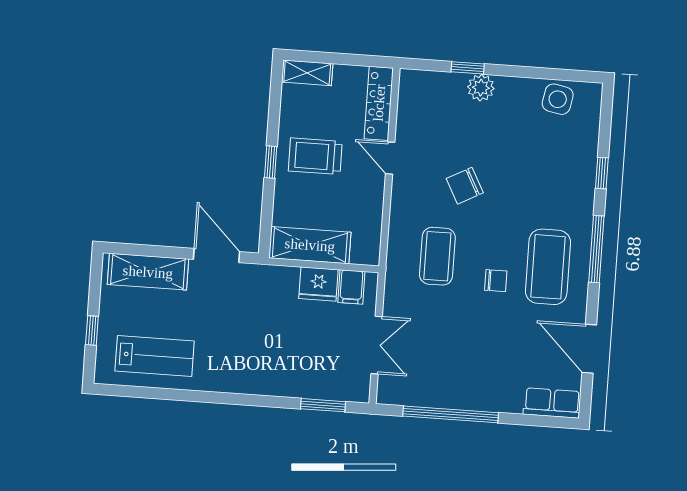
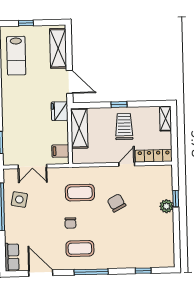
side table: (558, 99) -> (19, 199), moved
window: (602, 173) -> (143, 271), moved
door: (217, 255) -> (70, 82), hinge flipped
coffee table: (548, 267) -> (80, 249), width x0.73, depth x0.76
fridge: (318, 284) -> (60, 111), moved
door: (589, 349) -> (41, 273), hinge flipped

